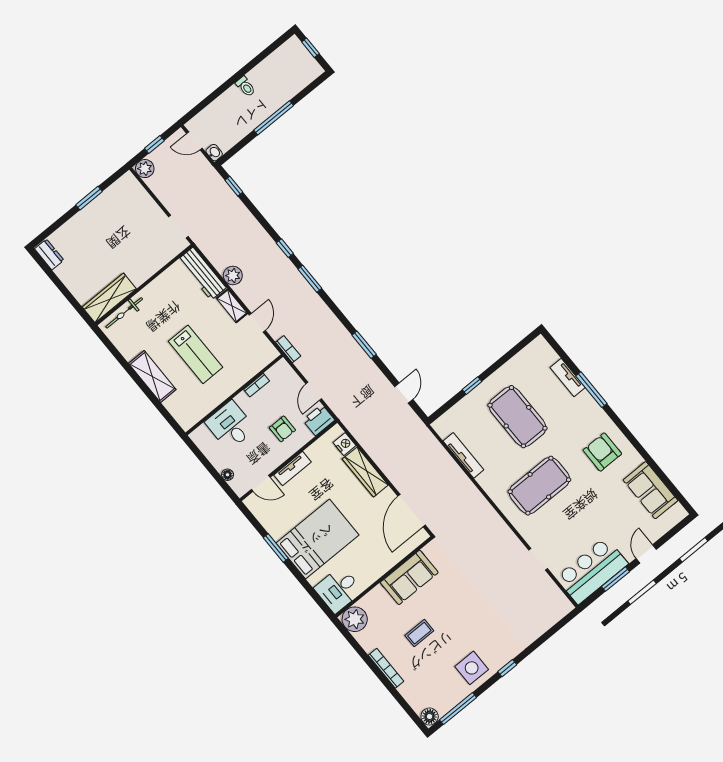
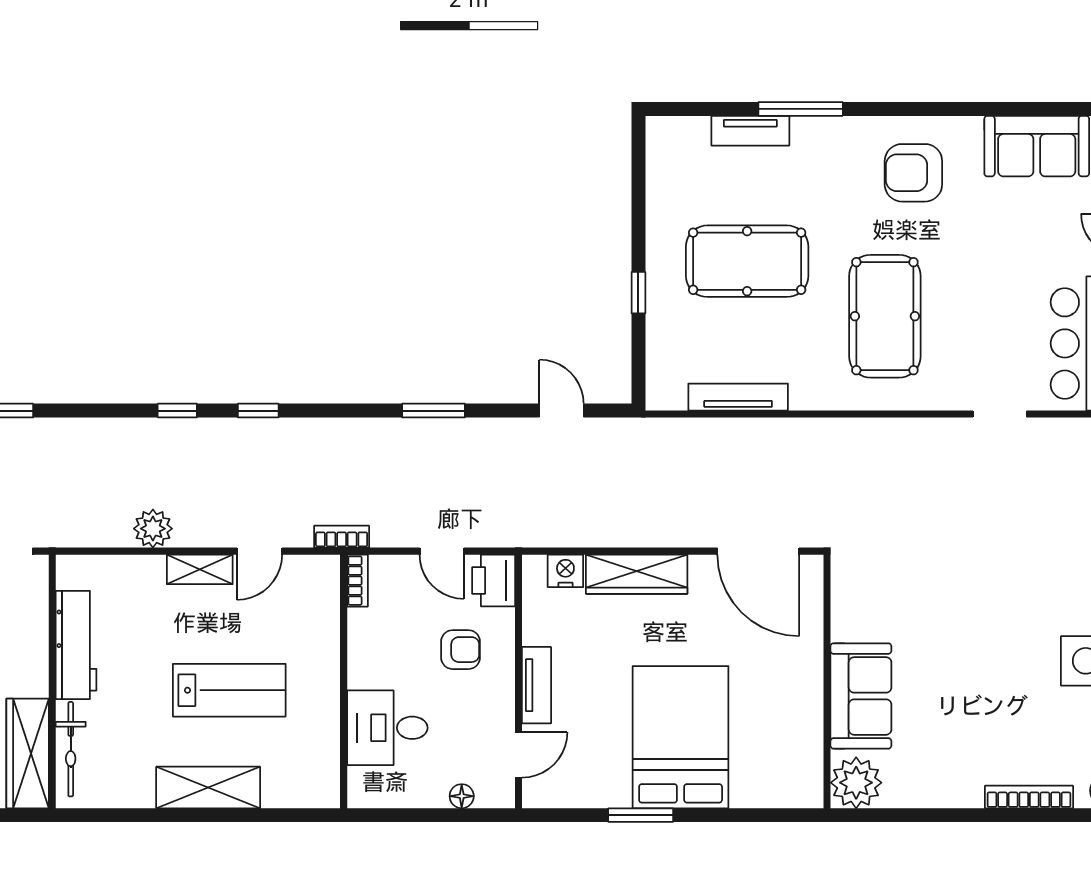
workbench: (202, 274) -> (76, 645), moved, turned -90
window: (310, 279) -> (258, 411), width x0.67
door: (257, 323) -> (259, 551), swing flipped
bookcase: (257, 385) -> (357, 581), moved
sofa: (409, 577) -> (861, 696), moved
desk: (338, 590) -> (788, 770), removed
coffee table: (419, 633) -> (962, 698), removed
bookcase: (386, 668) -> (1029, 797), moved

